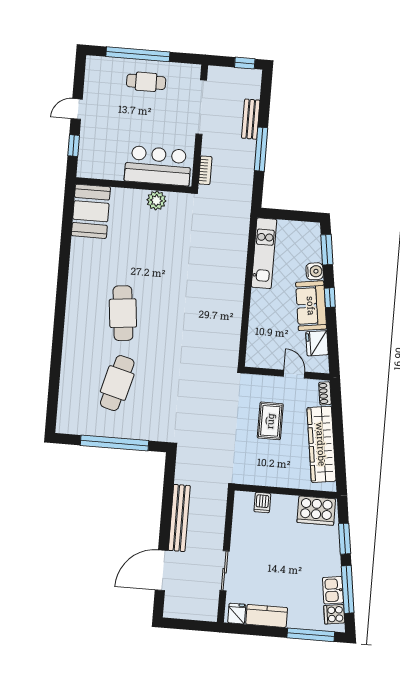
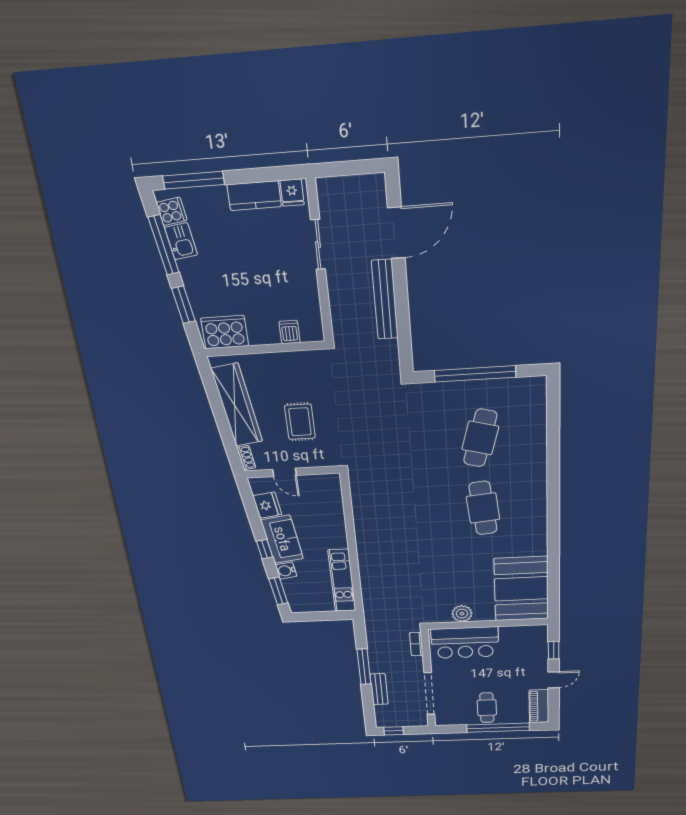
piano: (94, 77) -> (539, 706), added
cafe table: (146, 82) -> (487, 708), turned 90
booth: (91, 211) -> (521, 589), width x1.36, depth x1.42

